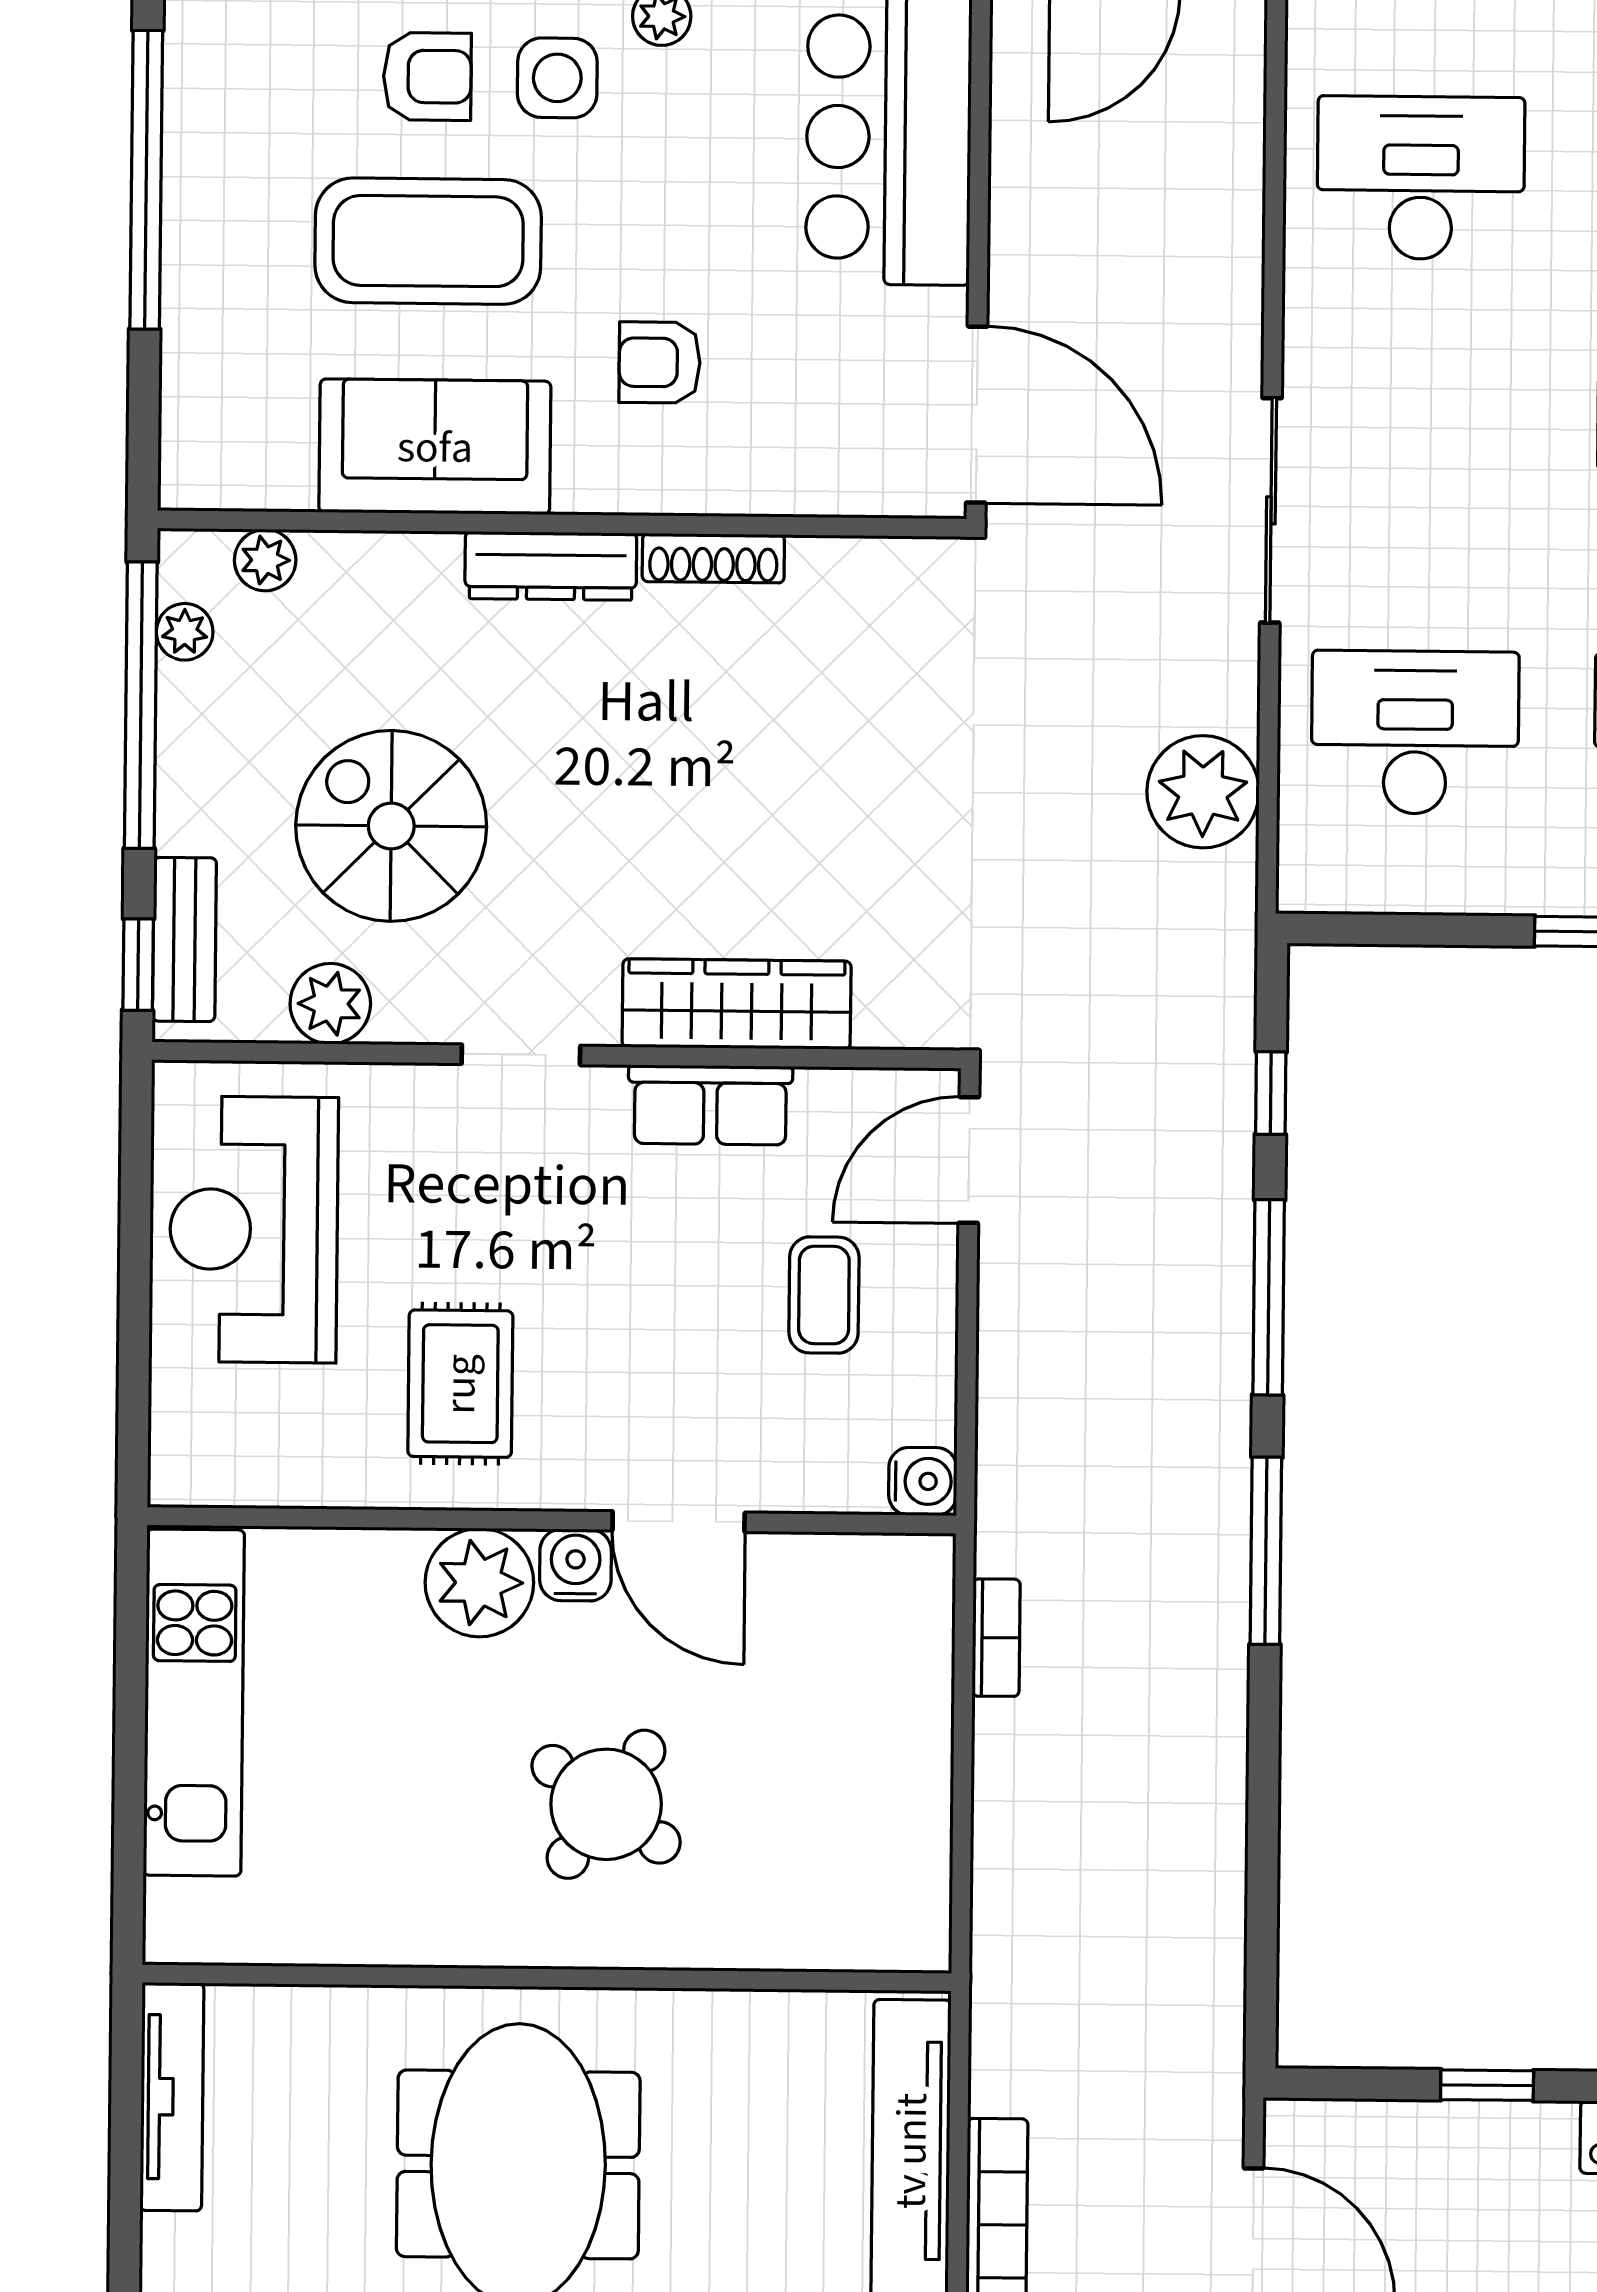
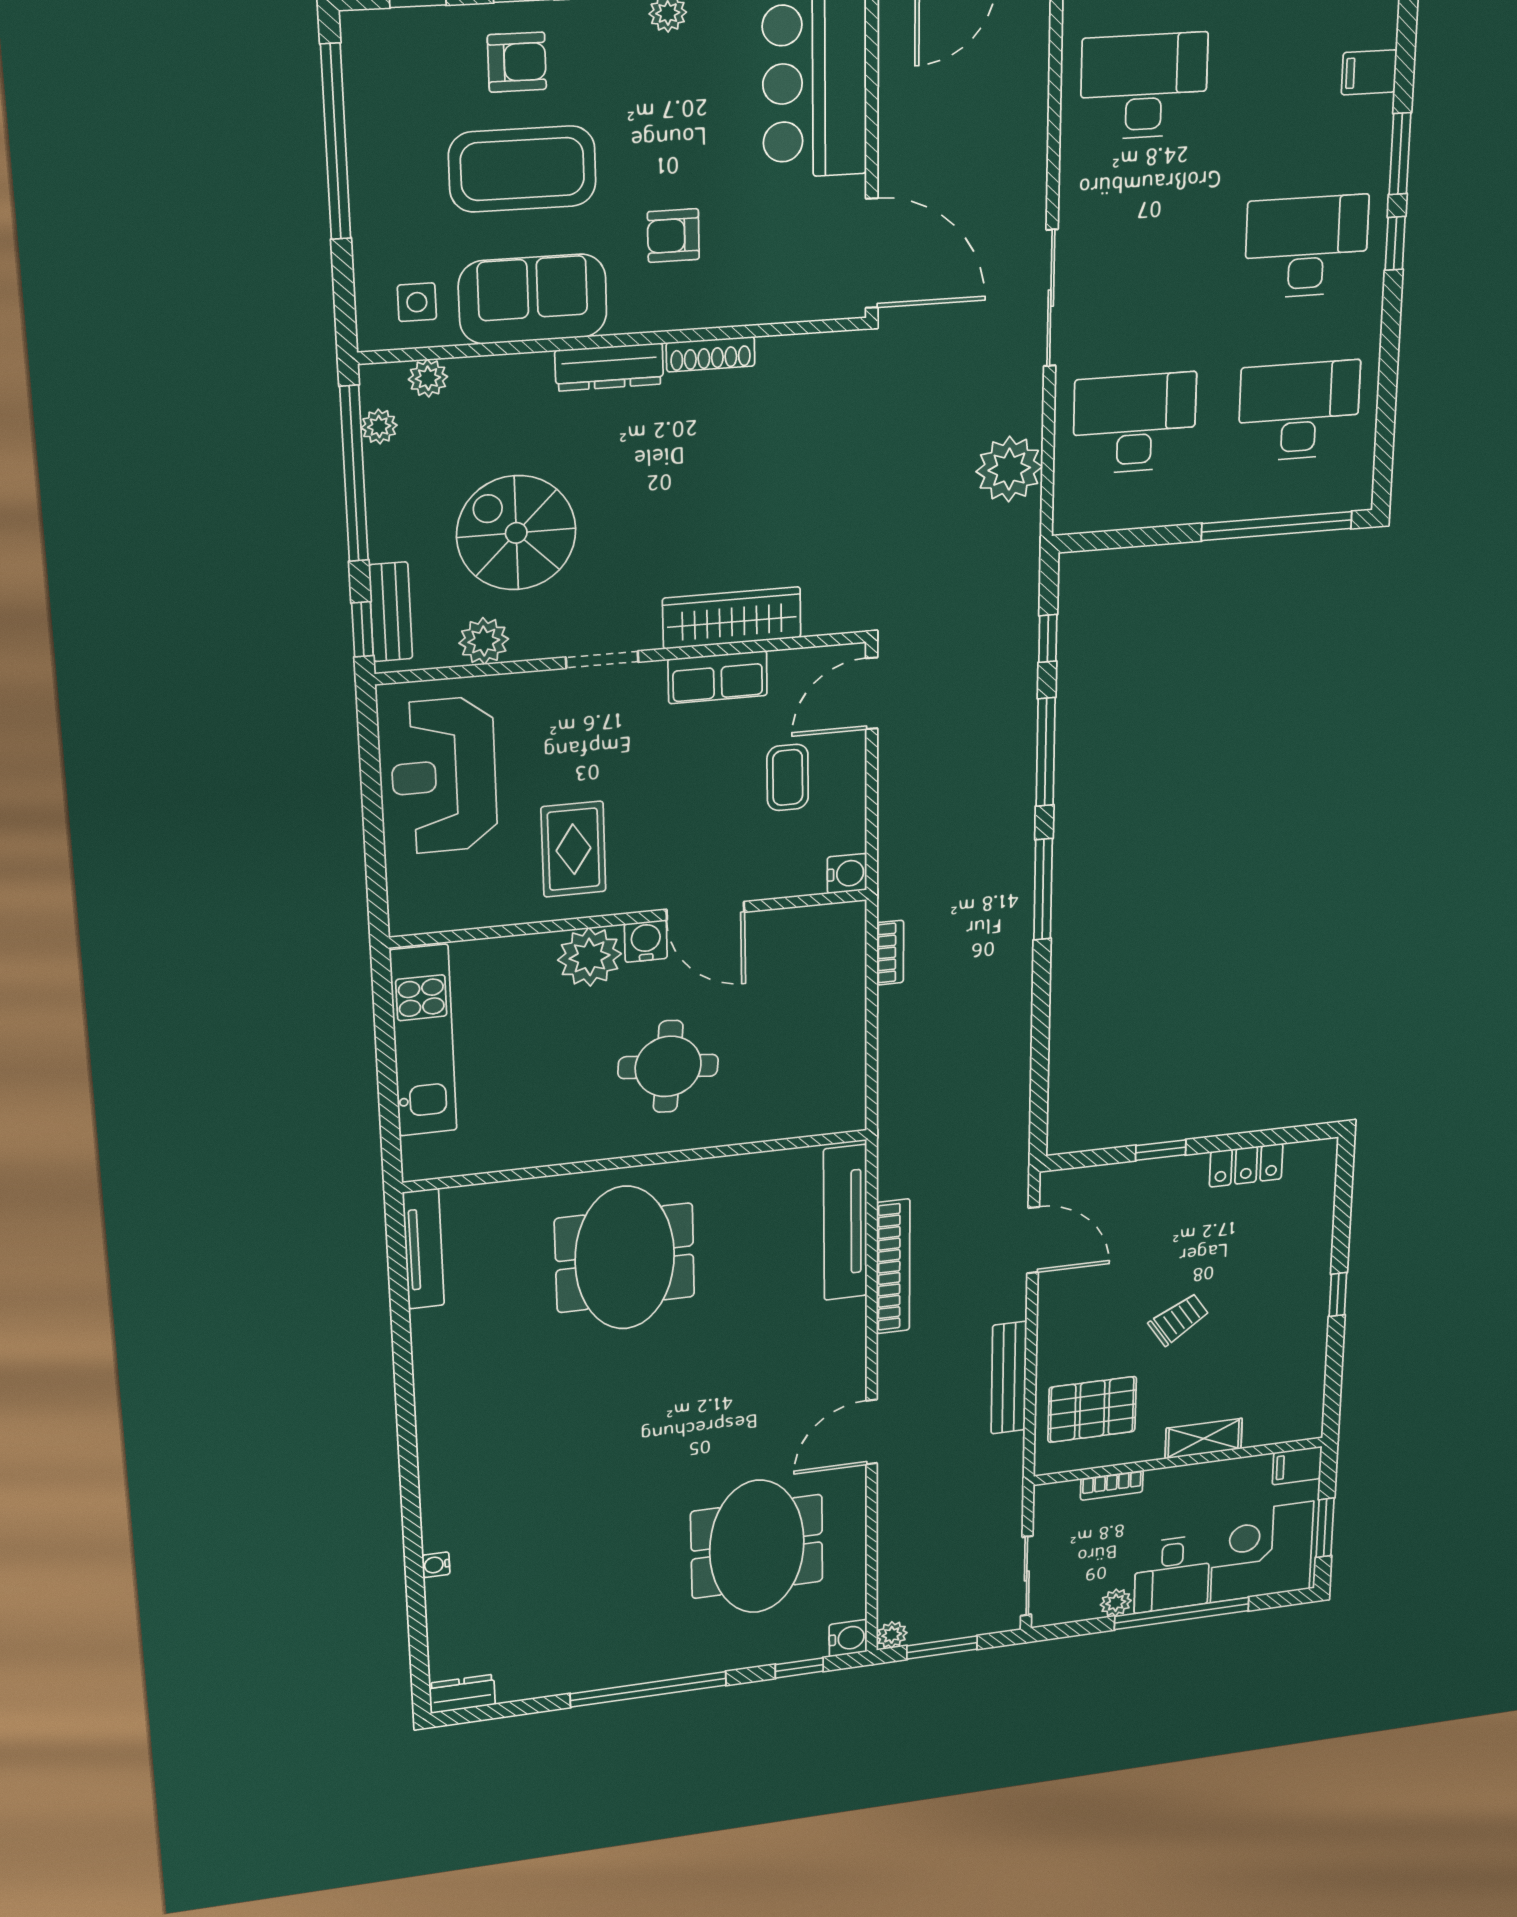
side table: (557, 78) -> (417, 302), moved, width x0.73, depth x0.73
round table: (606, 1804) -> (668, 1066), turned -30

